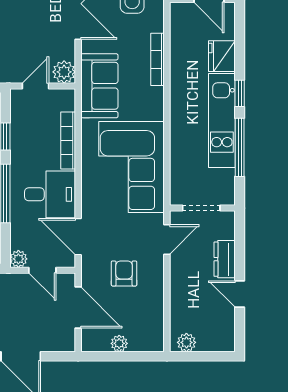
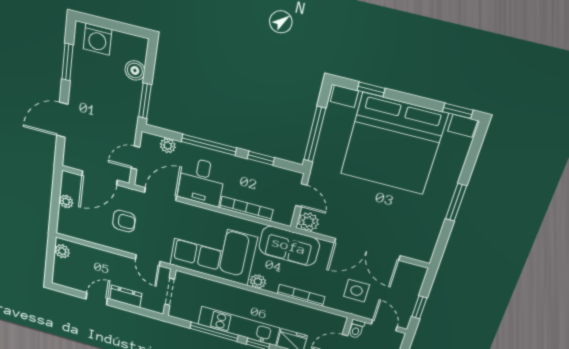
plant: (155, 110) -> (258, 281), added
plant: (18, 259) -> (168, 146), moved

